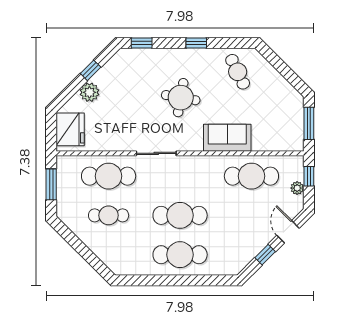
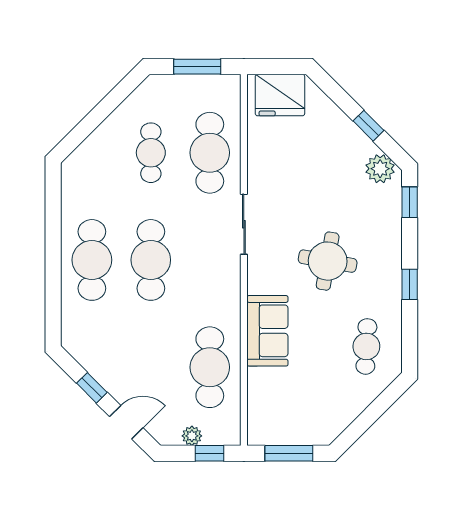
cafe table: (238, 72) -> (366, 346), turned -61
plant: (89, 92) -> (380, 169), moved

